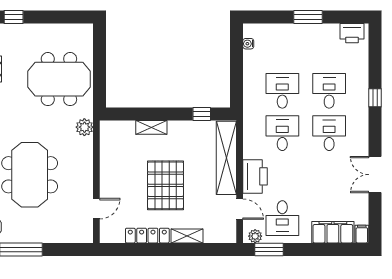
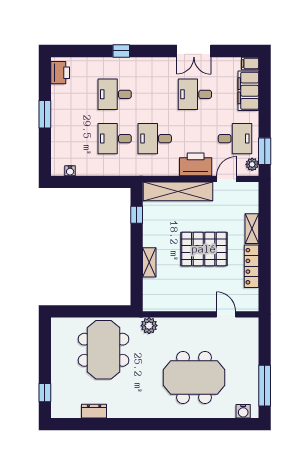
desk: (329, 133) -> (195, 94), moved

